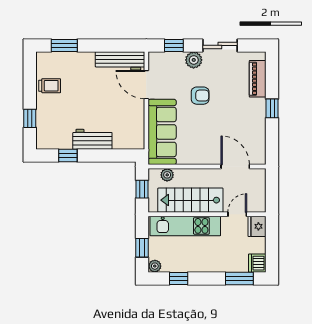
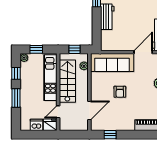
armchair: (200, 96) -> (120, 92), moved
window: (272, 108) -> (110, 135), moved
door: (237, 214) -> (58, 112), swing flipped
dishwasher: (257, 263) -> (37, 125), moved
window: (239, 278) -> (16, 98), moved

